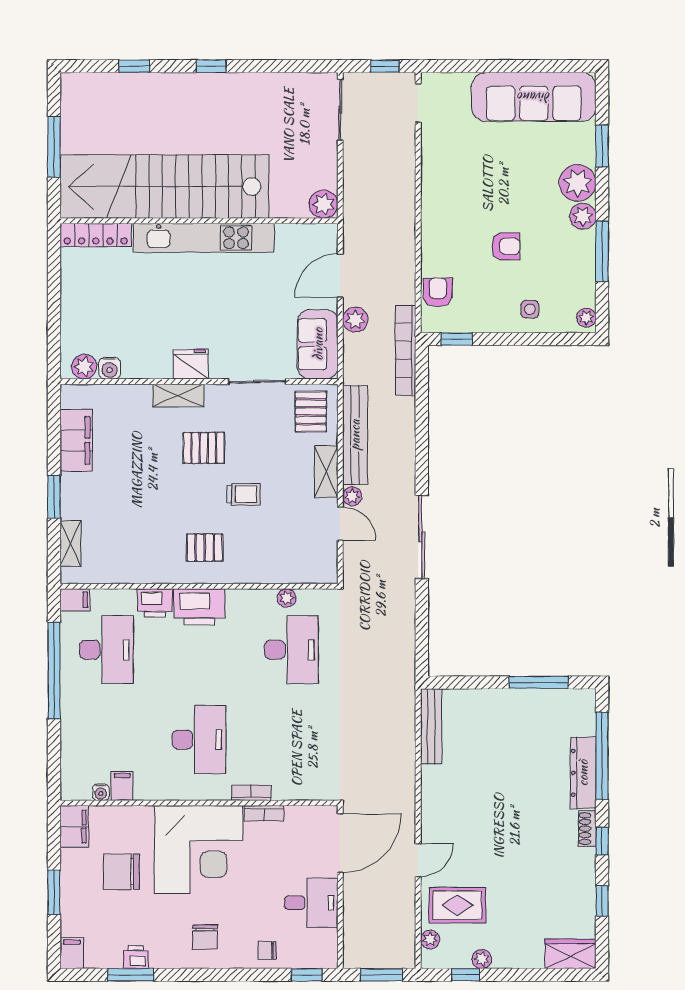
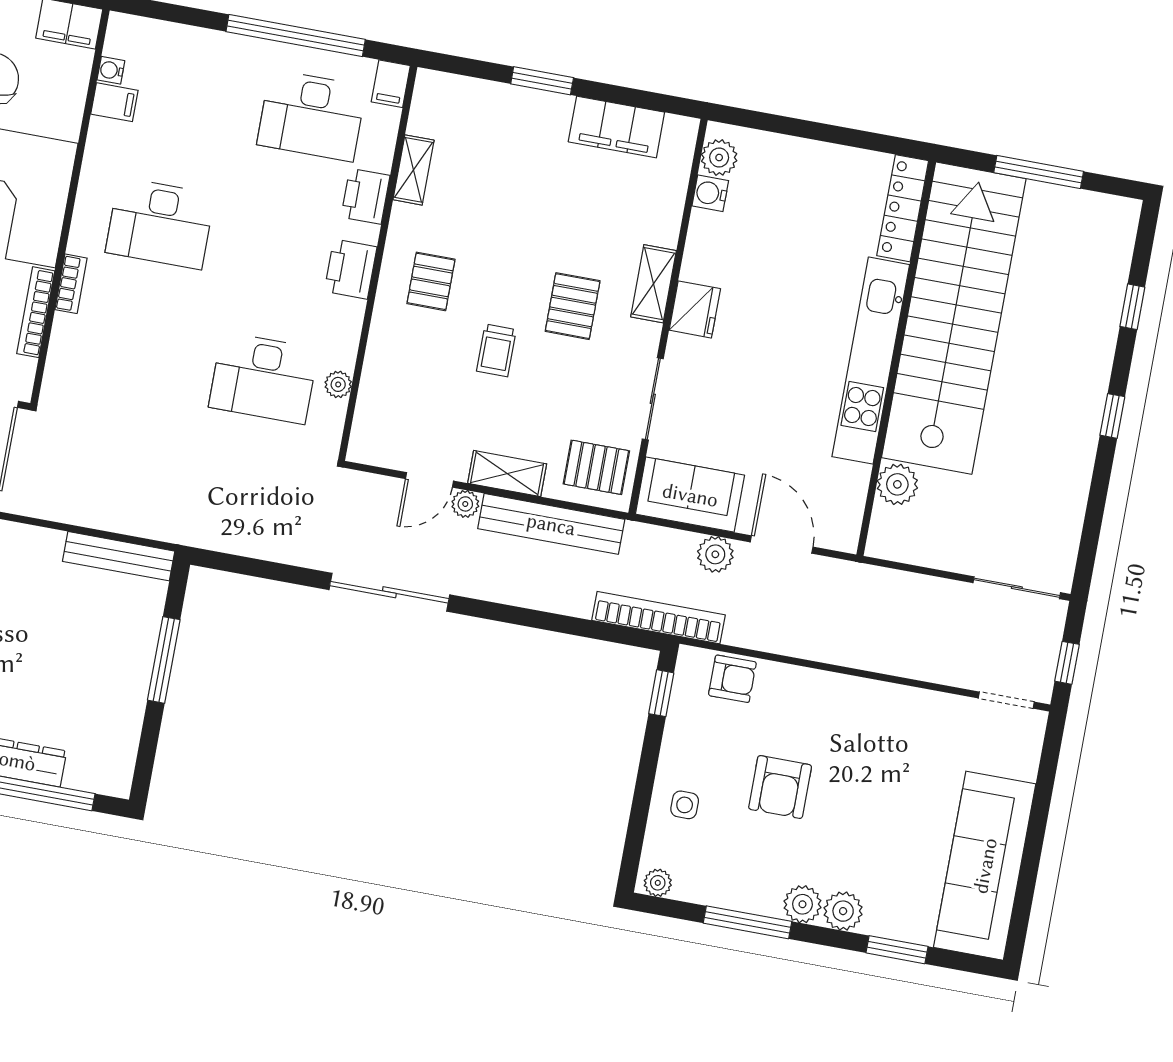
plant: (578, 183) -> (843, 911), width x0.73, depth x0.73
plant: (324, 204) -> (897, 484), moved
armchair: (506, 246) -> (780, 787), width x1.38, depth x1.38
shelving: (70, 544) -> (413, 170), moved, turned 90
printer: (199, 607) -> (351, 269), width x0.73, depth x0.84
window: (538, 682) -> (164, 660), moved
bookcase: (264, 813) -> (36, 312), width x1.56

